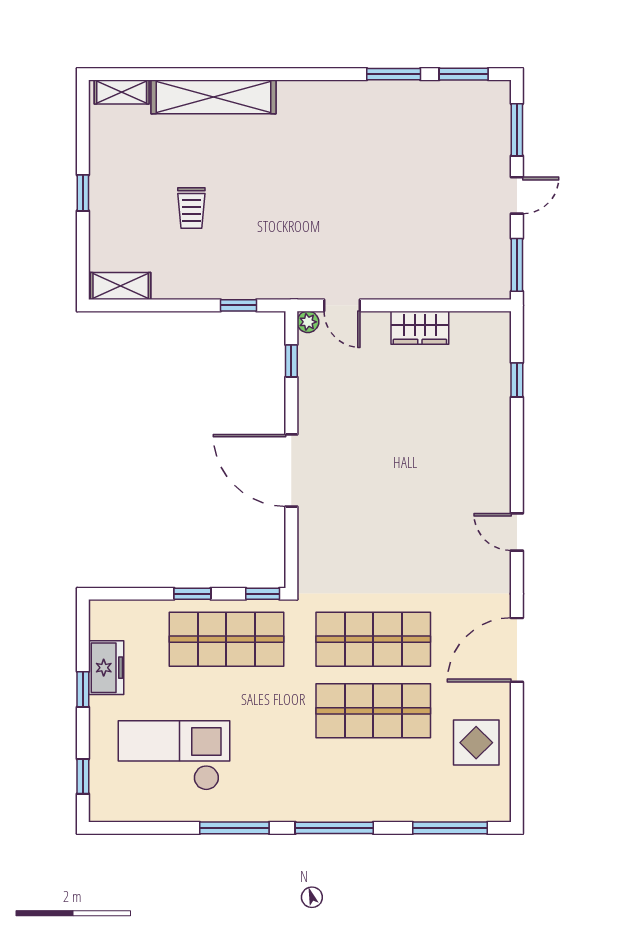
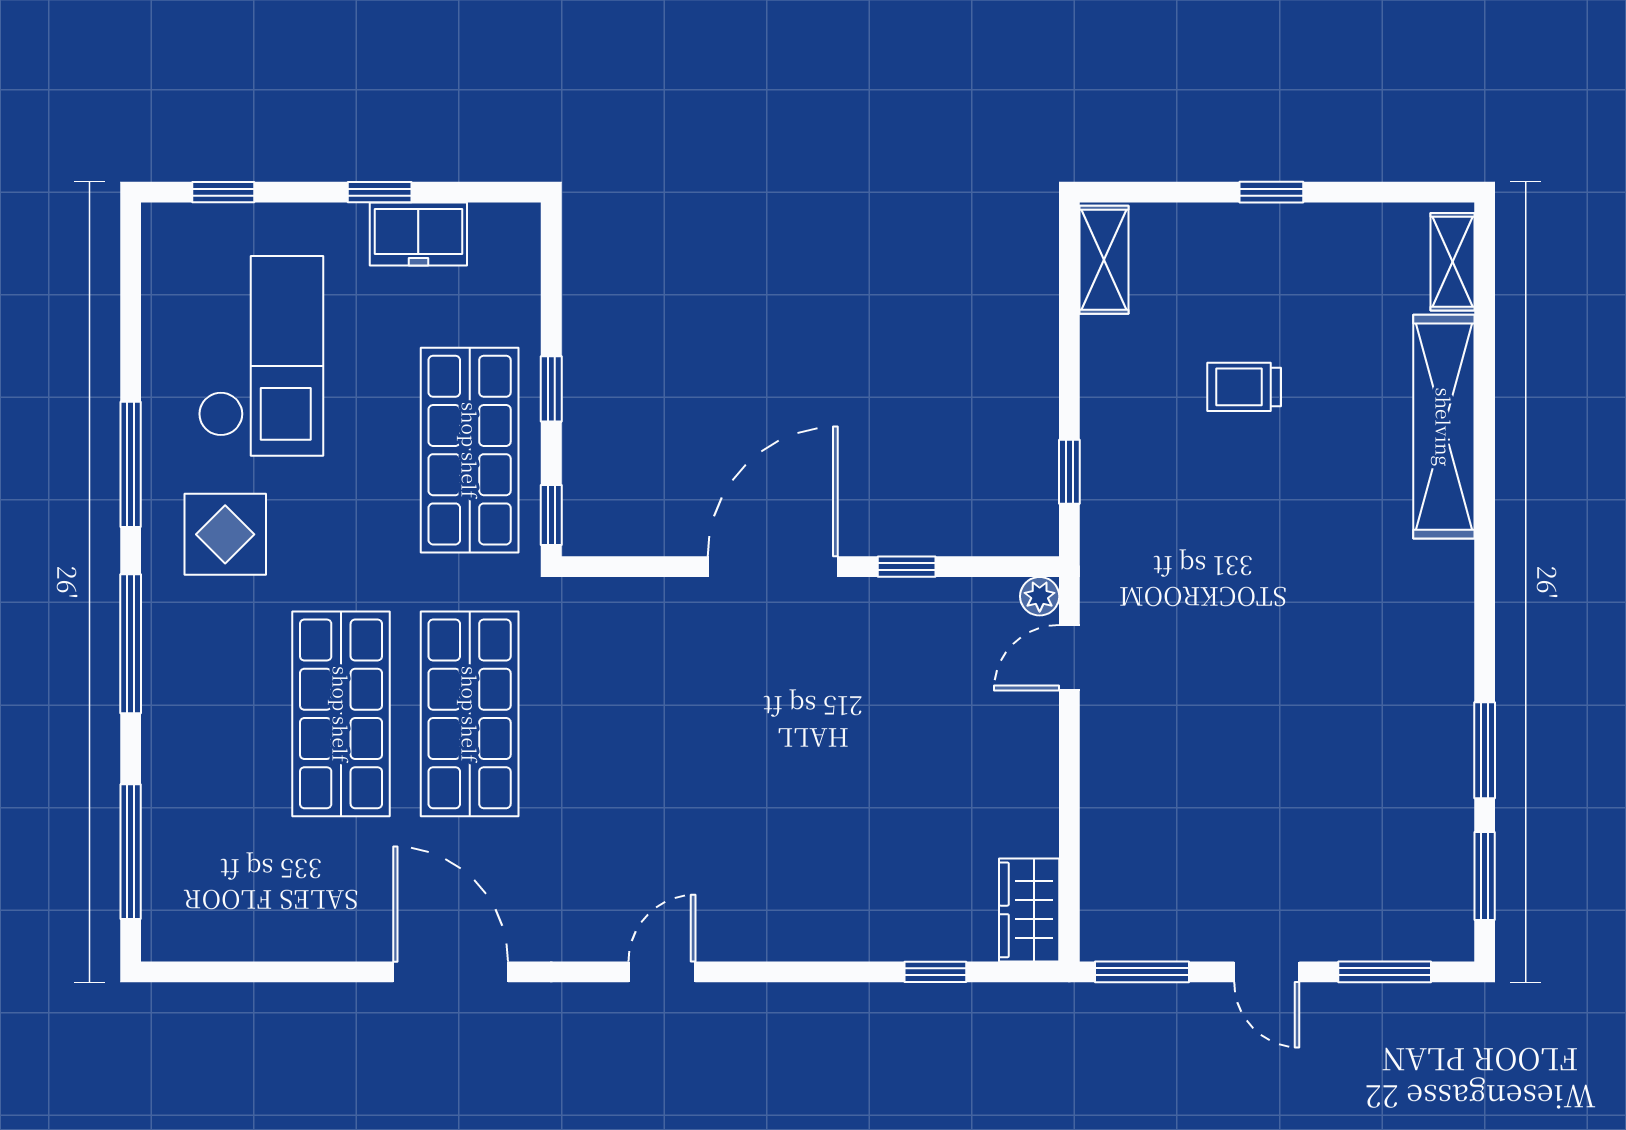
wardrobe: (420, 328) -> (1029, 910), moved
window: (291, 361) -> (907, 567), moved
display table: (476, 743) -> (225, 534), moved

